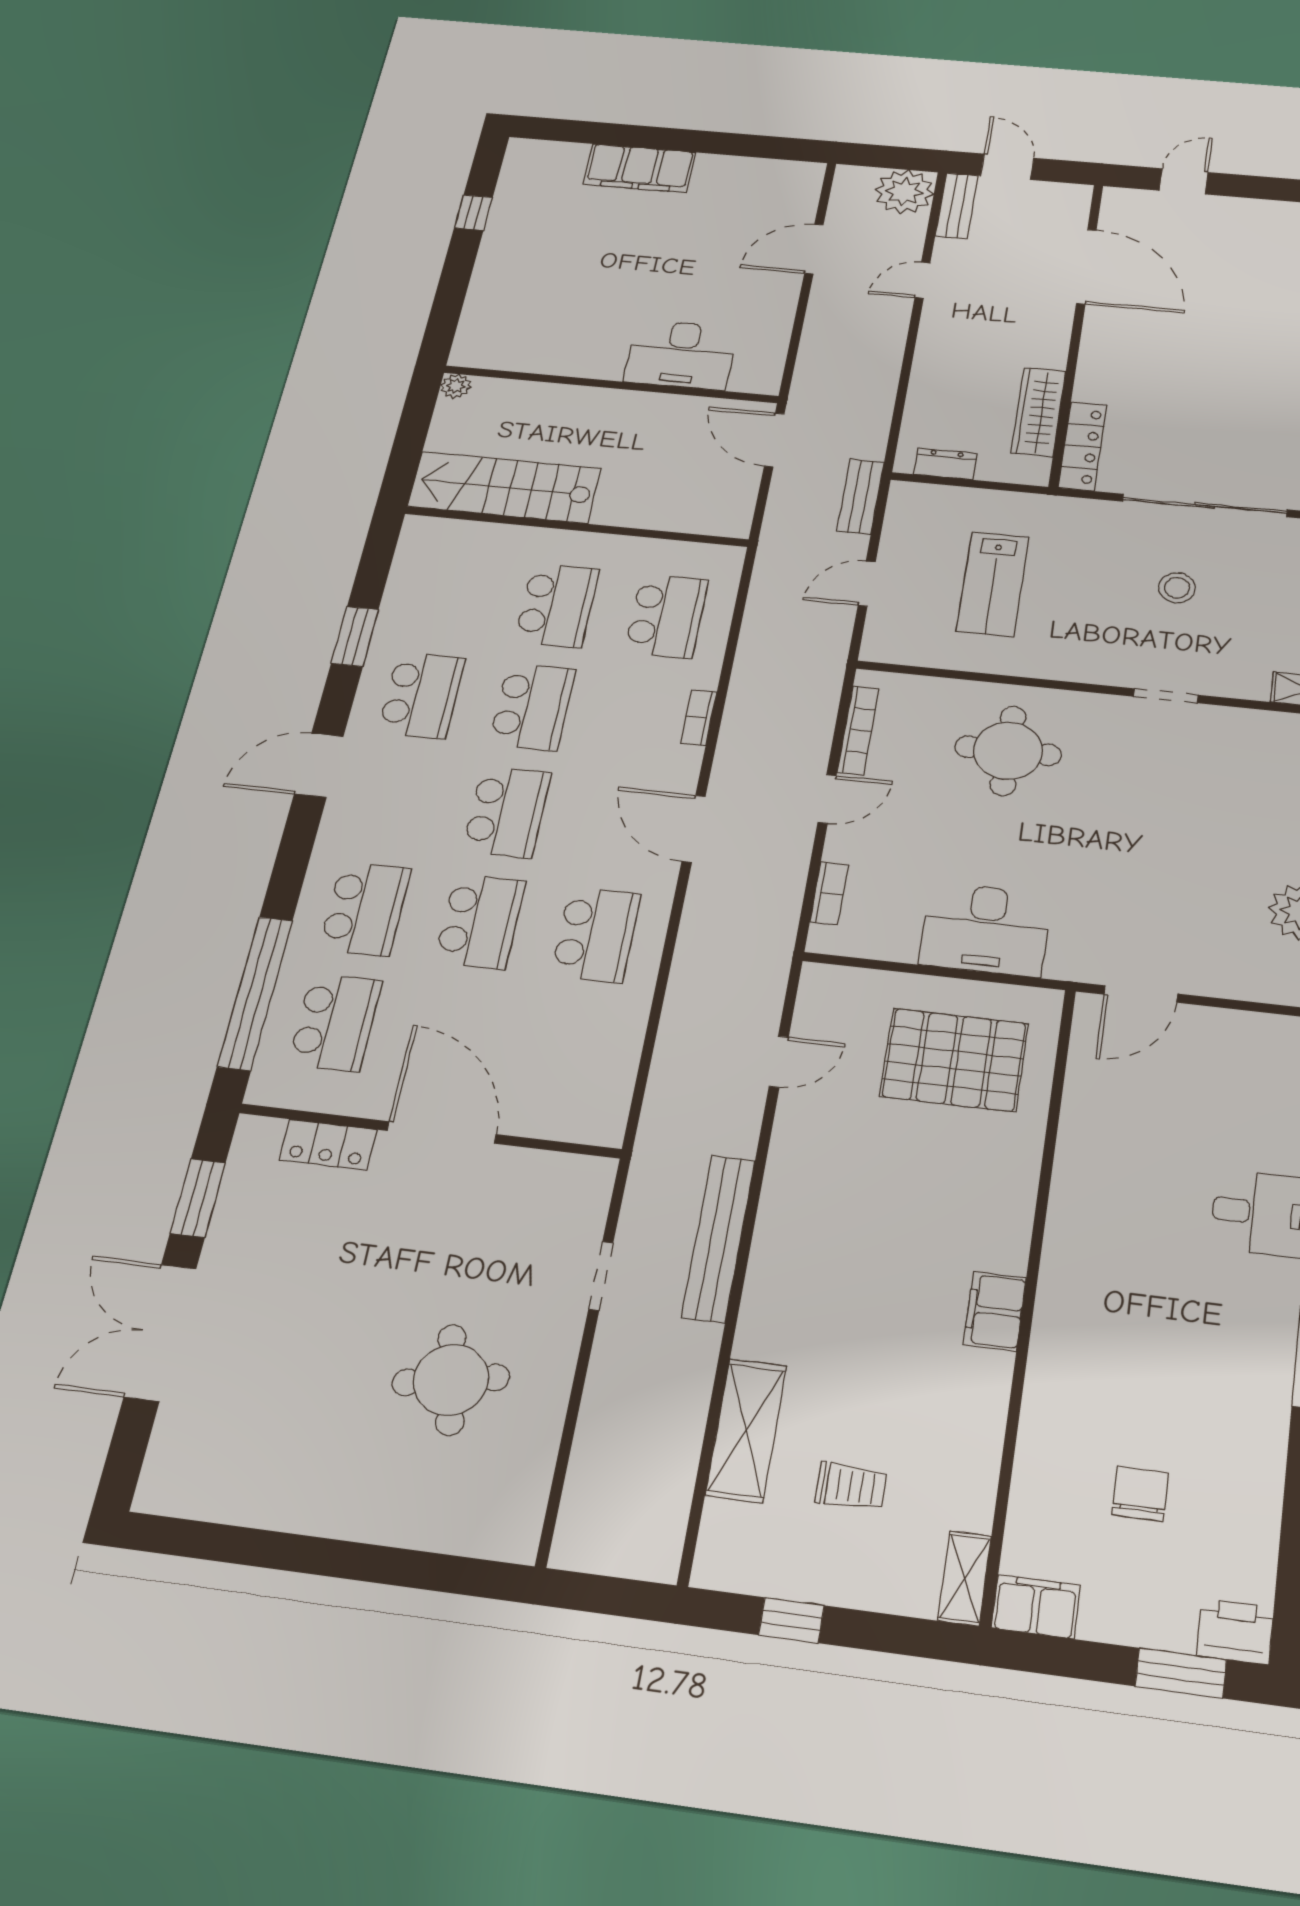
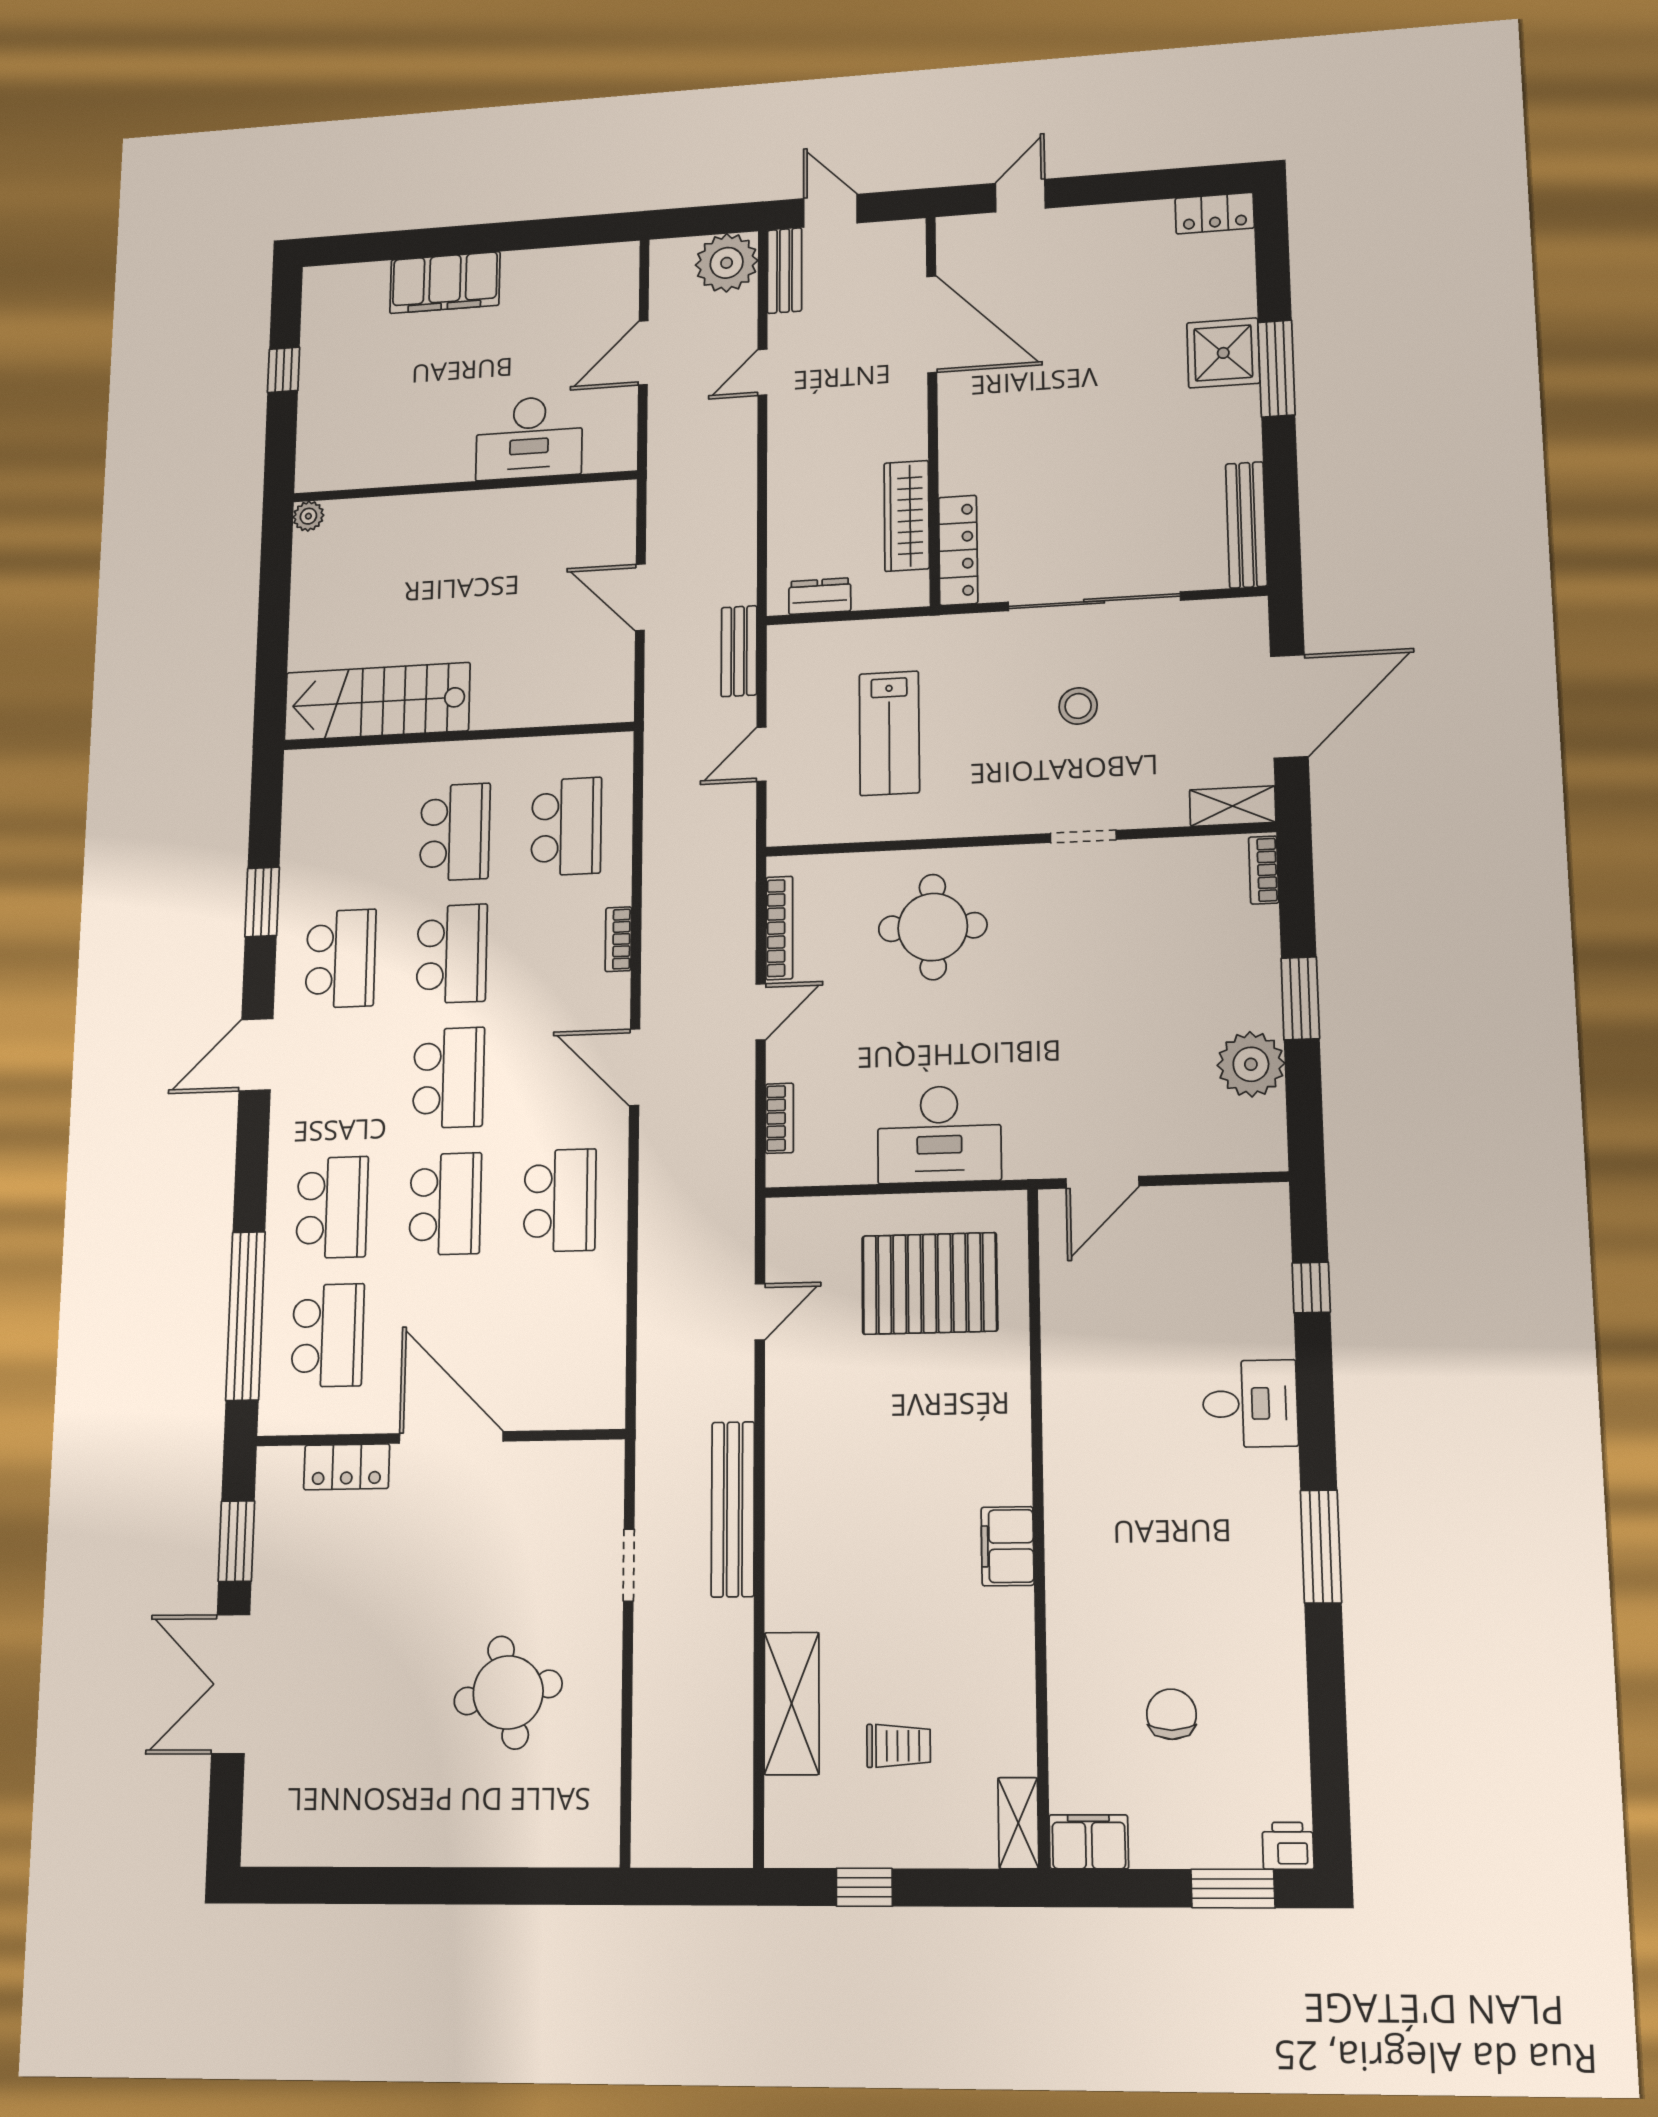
desk: (681, 355) -> (529, 438), moved
wall: (610, 384) -> (464, 486), moved
plant: (456, 386) -> (308, 516), moved
printer: (1235, 1632) -> (1288, 1846), width x0.73, depth x0.81

